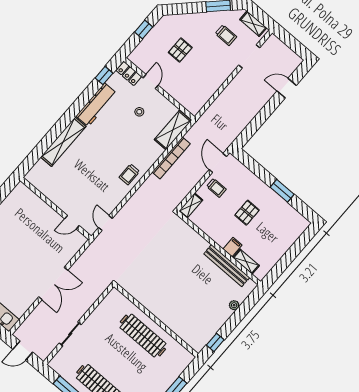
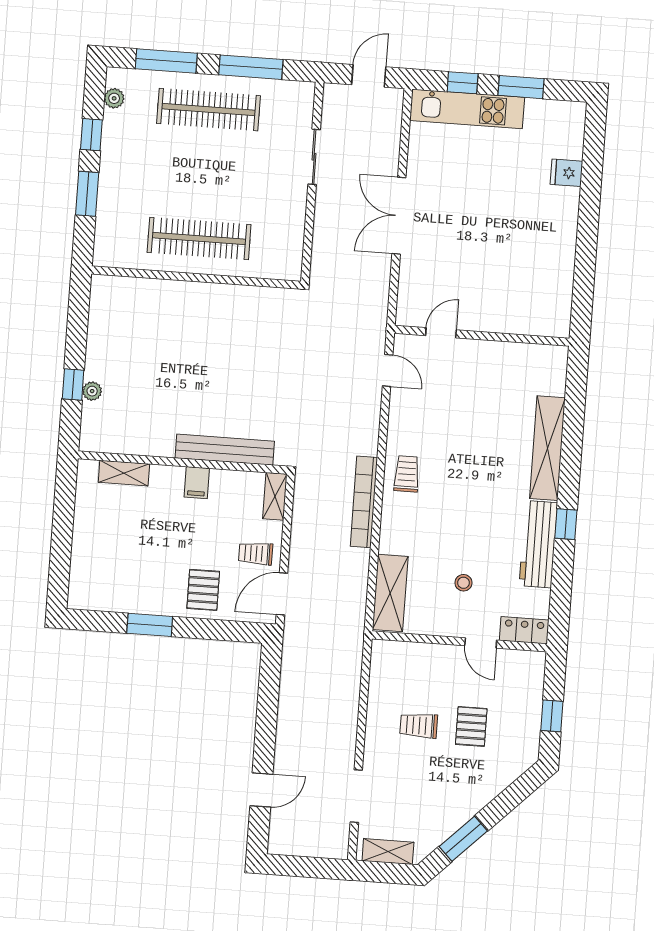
trolley: (226, 35) -> (419, 726), moved
window: (104, 76) -> (566, 524), moved
bookcase: (171, 158) -> (364, 502), moved
door: (218, 163) -> (282, 594), swing flipped
pallet: (247, 213) -> (203, 590), moved
filing cabinet: (233, 247) -> (197, 483), moved
bench: (227, 266) -> (225, 450), moved
window: (215, 342) -> (73, 385), moved

